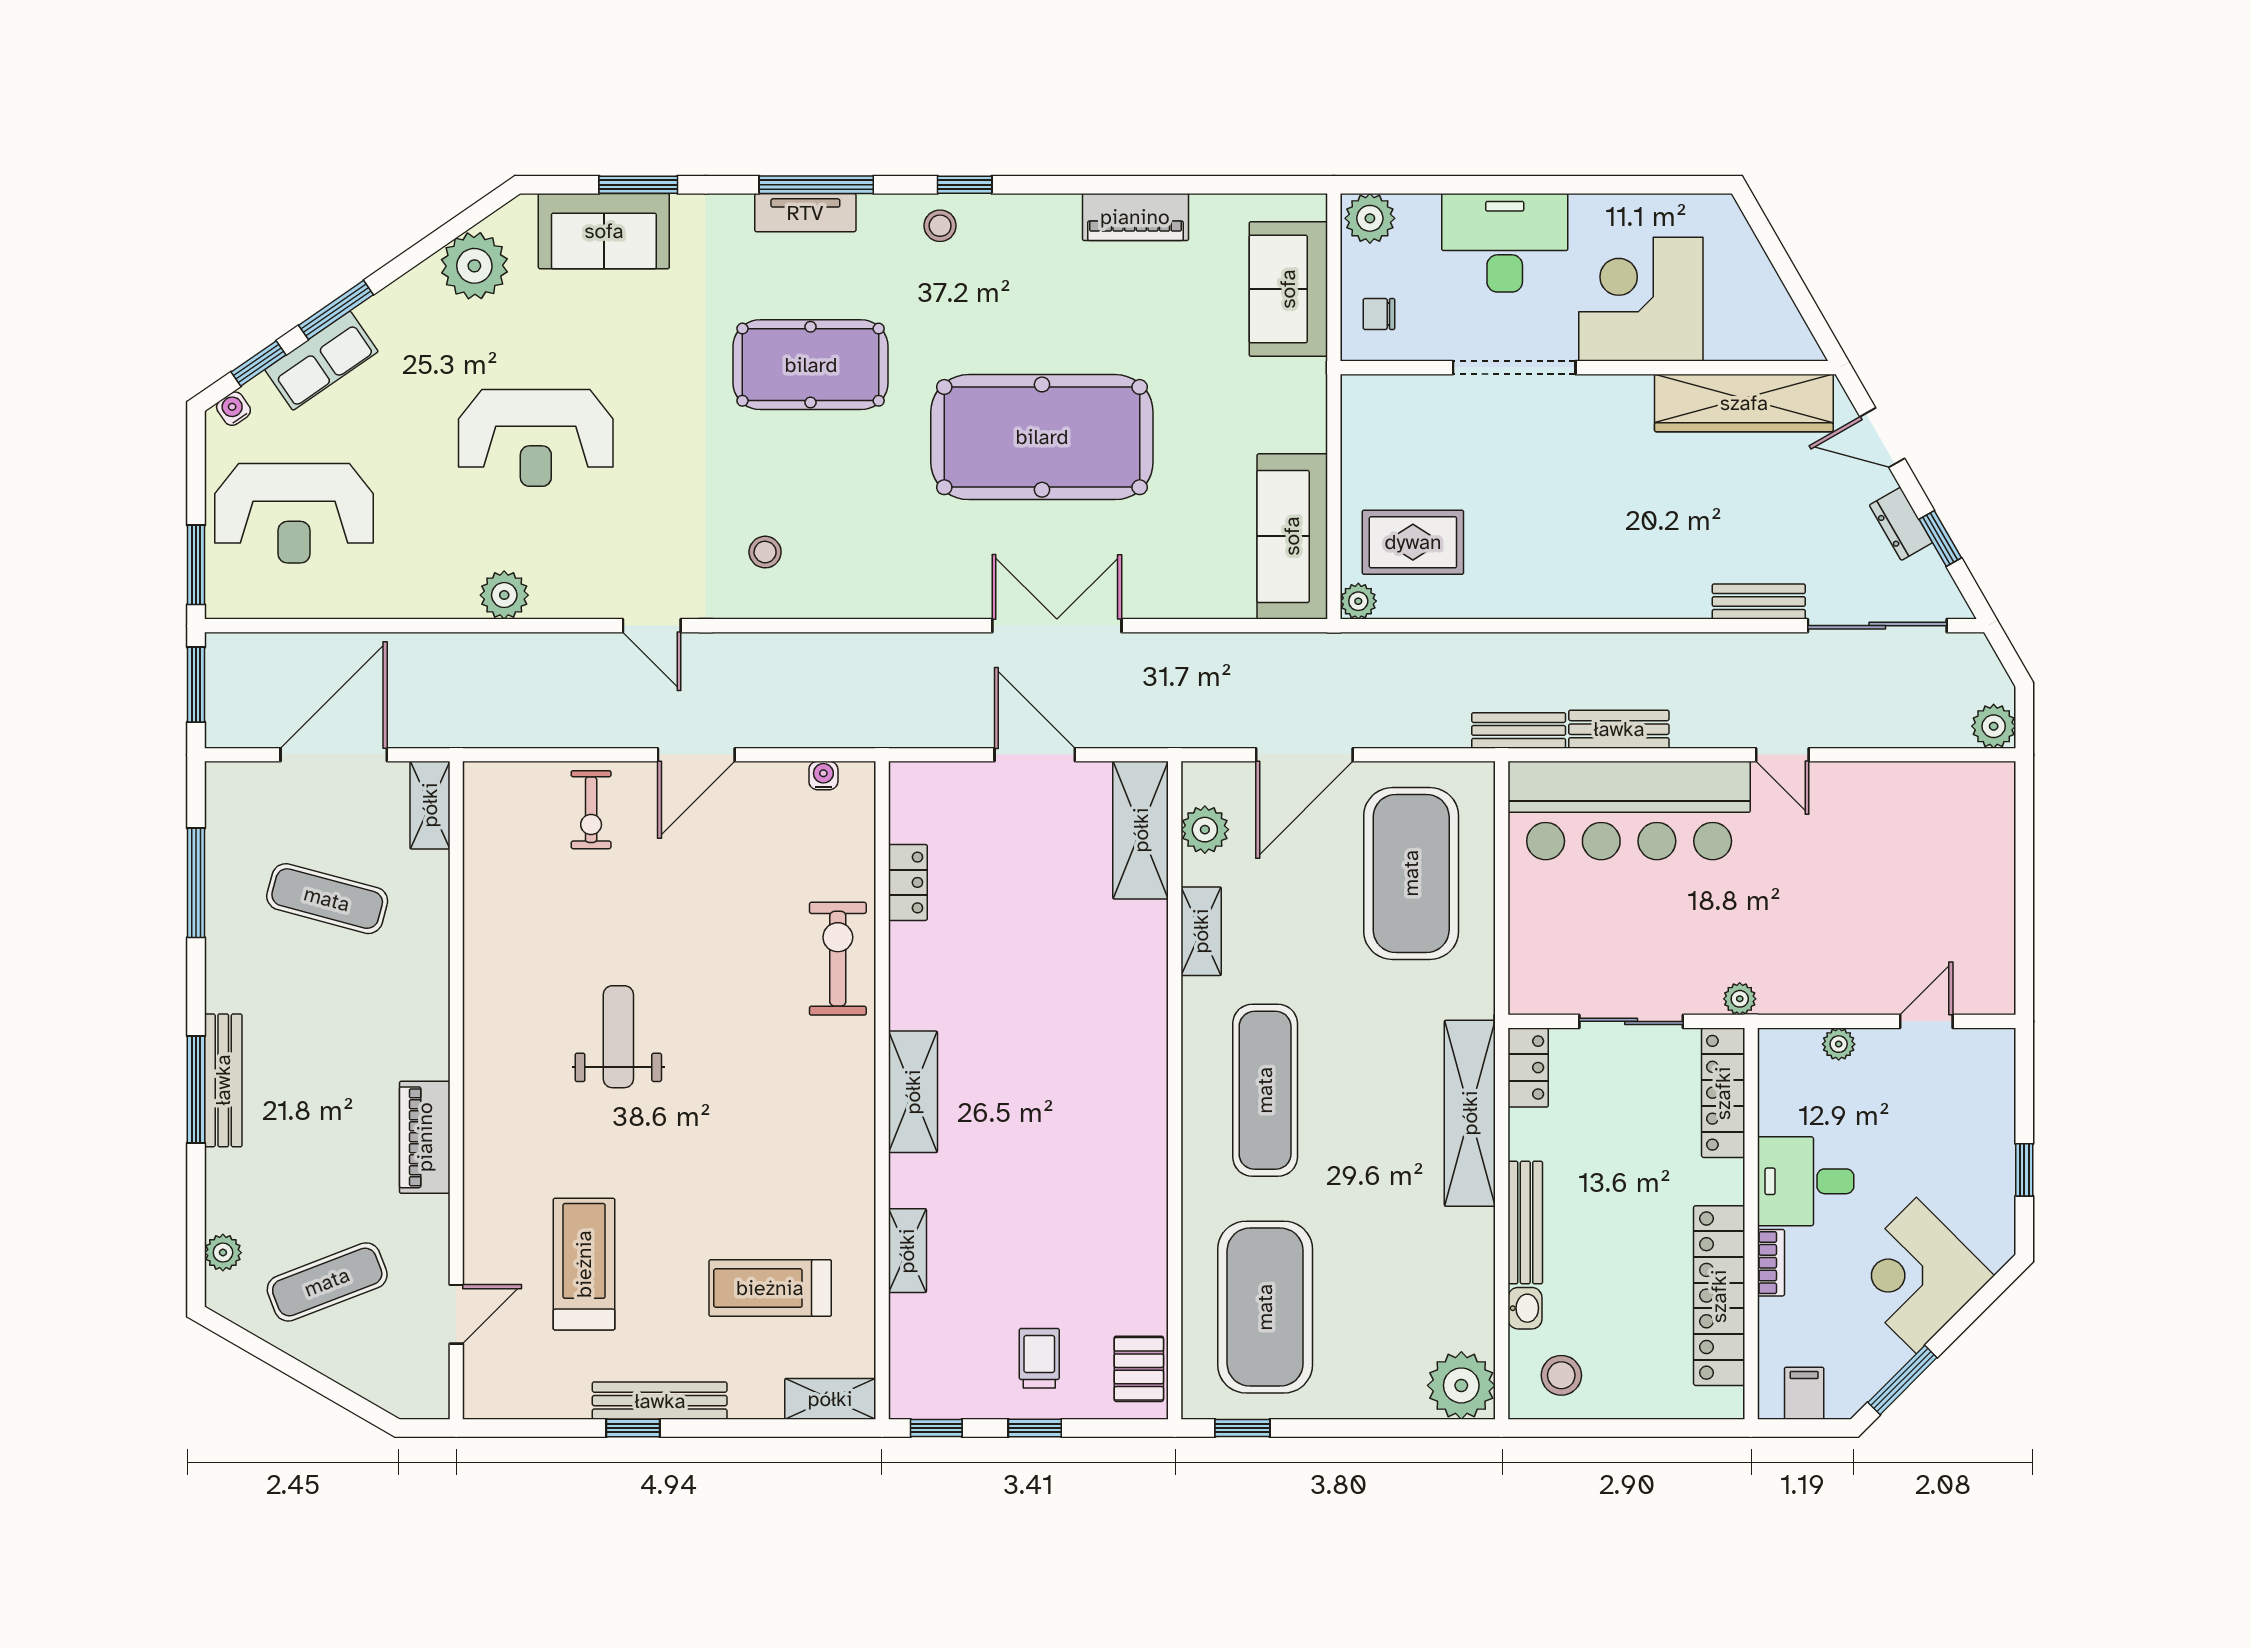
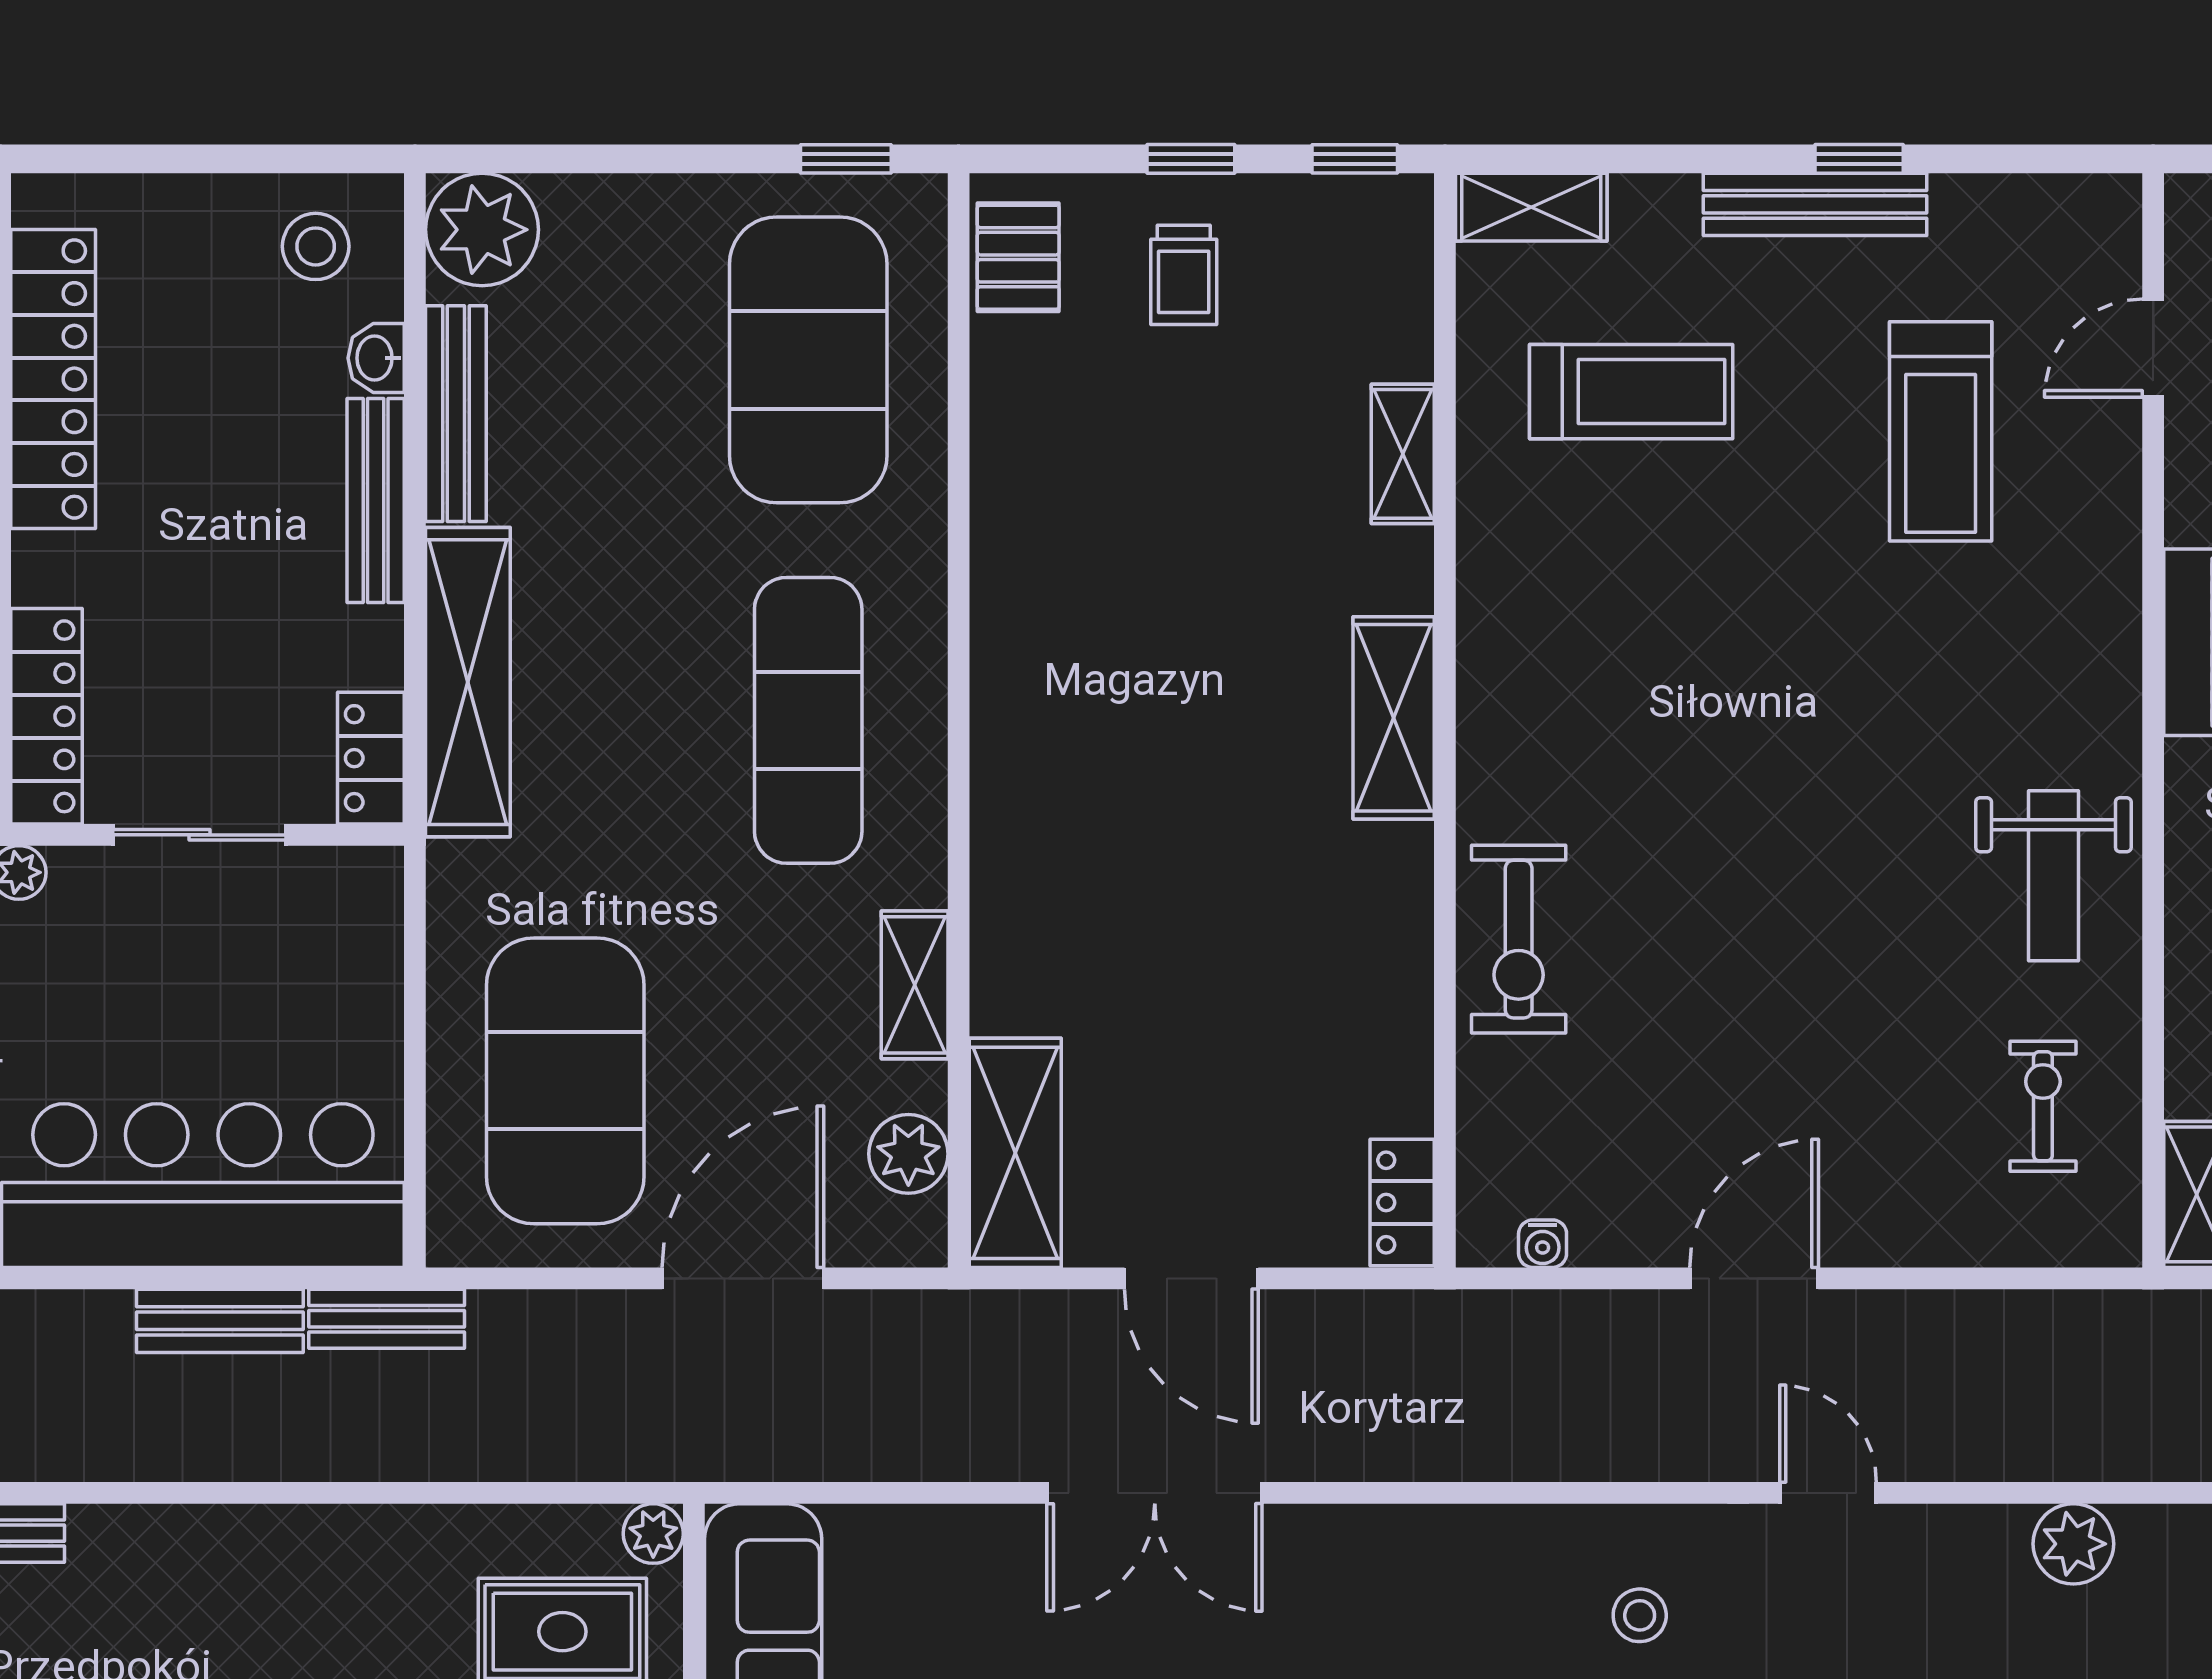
exercise bike: (591, 810) -> (2043, 1106), moved
locker: (908, 882) -> (1402, 1203), moved
weight bench: (618, 1037) -> (2053, 876), moved
bench: (1477, 1275) -> (456, 414), added

